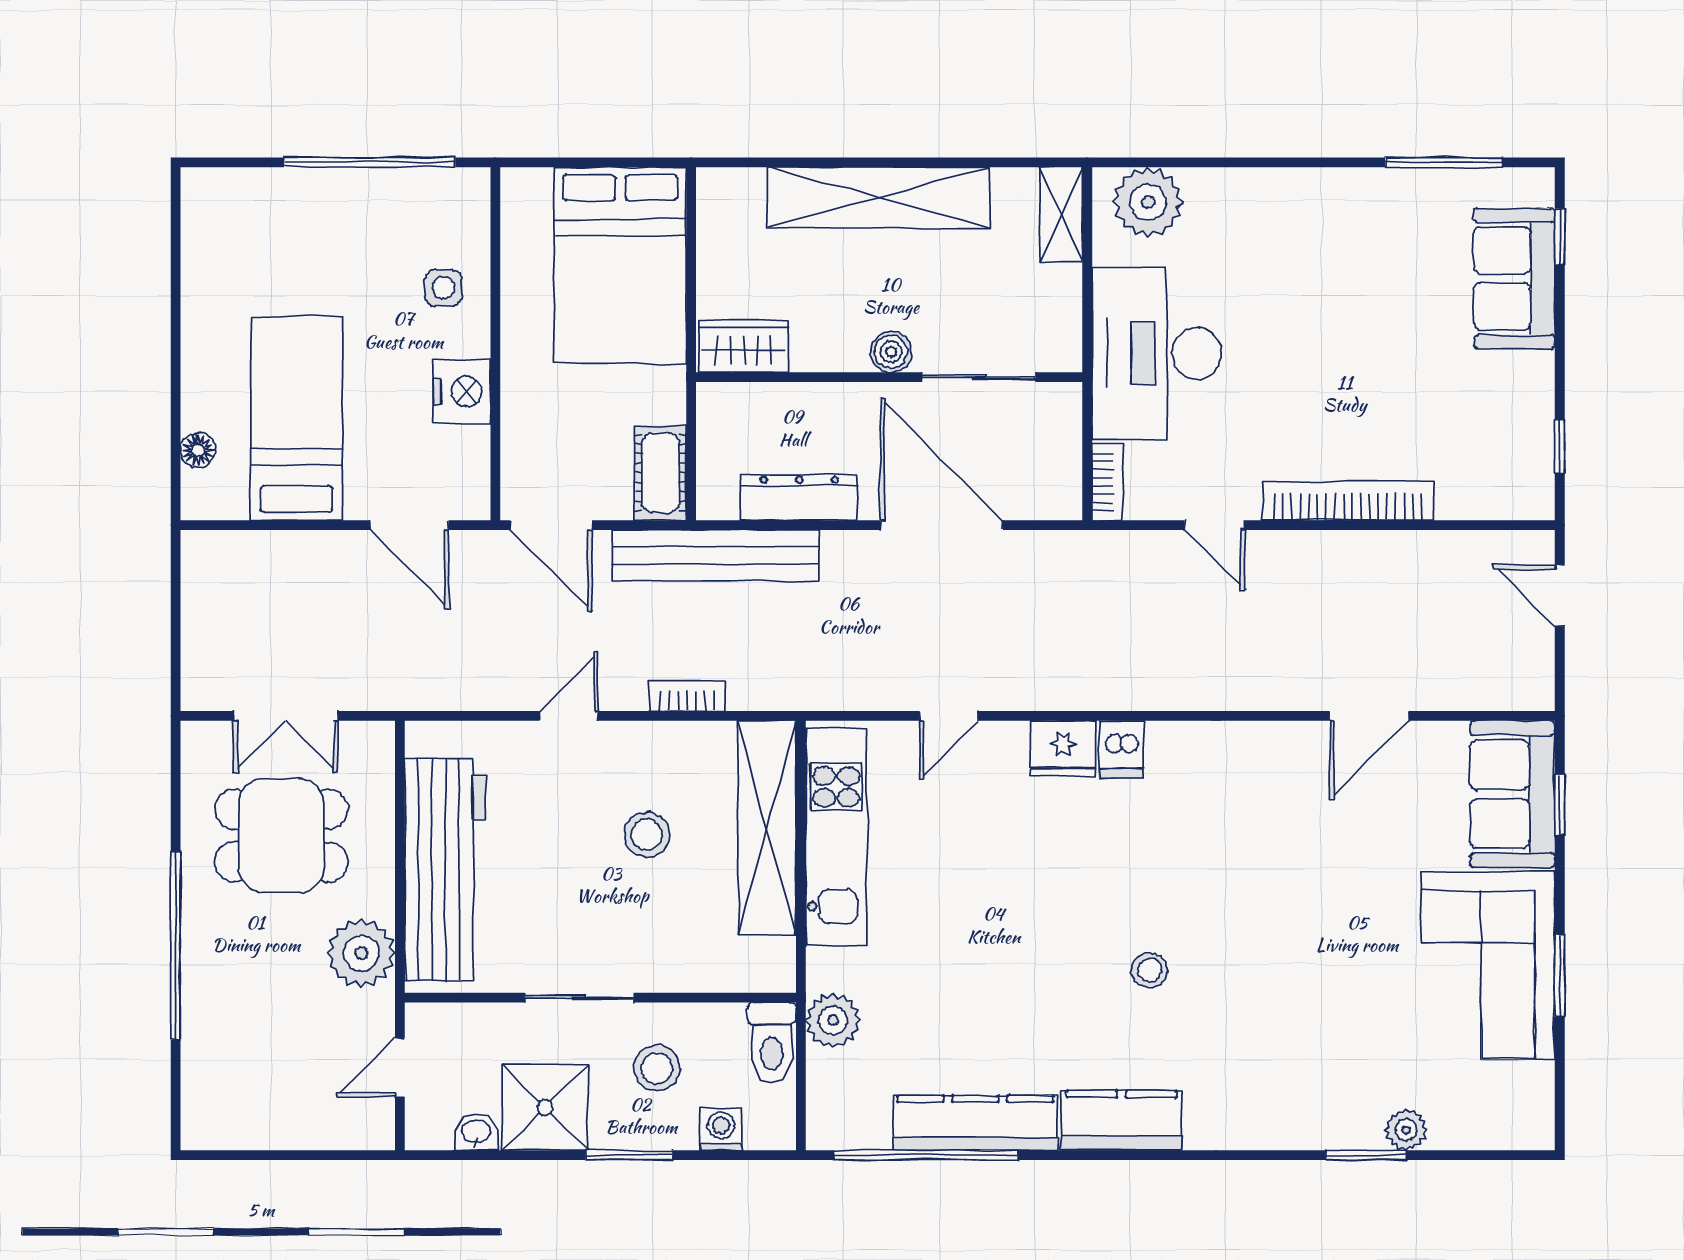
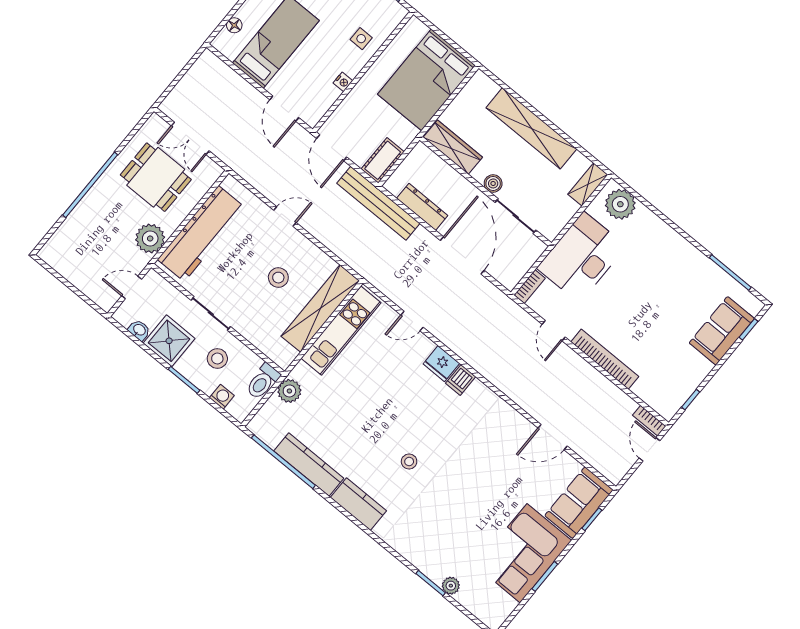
wardrobe: (744, 346) -> (453, 147), width x1.50
nightstand: (462, 391) -> (343, 82), width x0.53, depth x0.56
bookcase: (687, 696) -> (649, 421), moved, turned 180

